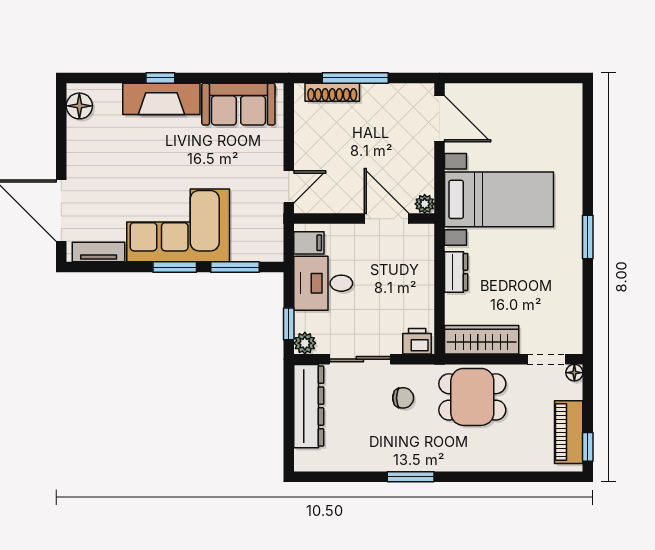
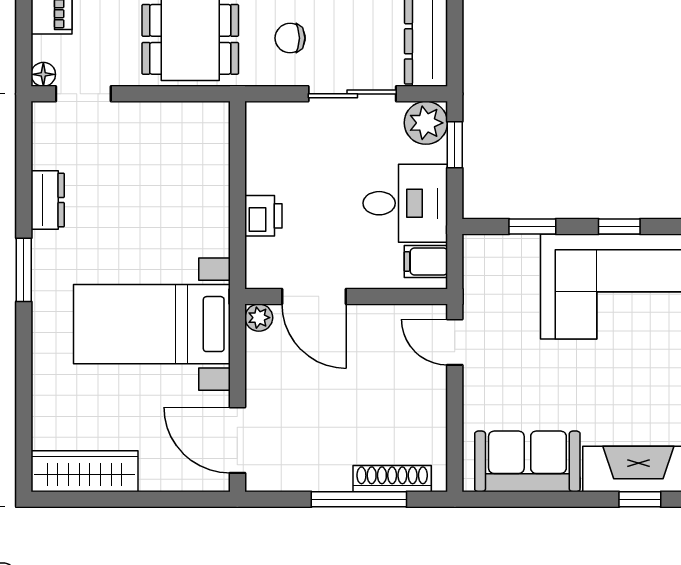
door: (289, 187) -> (455, 342), hinge flipped
window: (175, 267) -> (619, 226), width x0.67
window: (235, 267) -> (532, 226), width x0.67
dresser: (456, 272) -> (48, 200), moved, turned 180
wardrobe: (482, 340) -> (84, 471), moved, turned 180
printer: (417, 341) -> (263, 216), moved, turned -90
plant: (305, 343) -> (426, 123), width x1.38, depth x1.38

